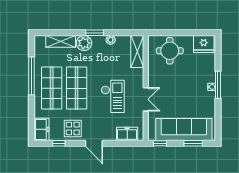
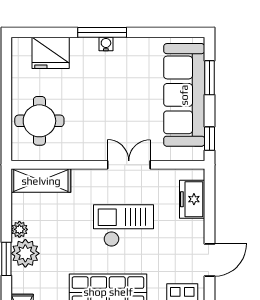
plant: (84, 43) -> (25, 253), moved
fridge: (204, 44) -> (51, 53), moved, turned 90

